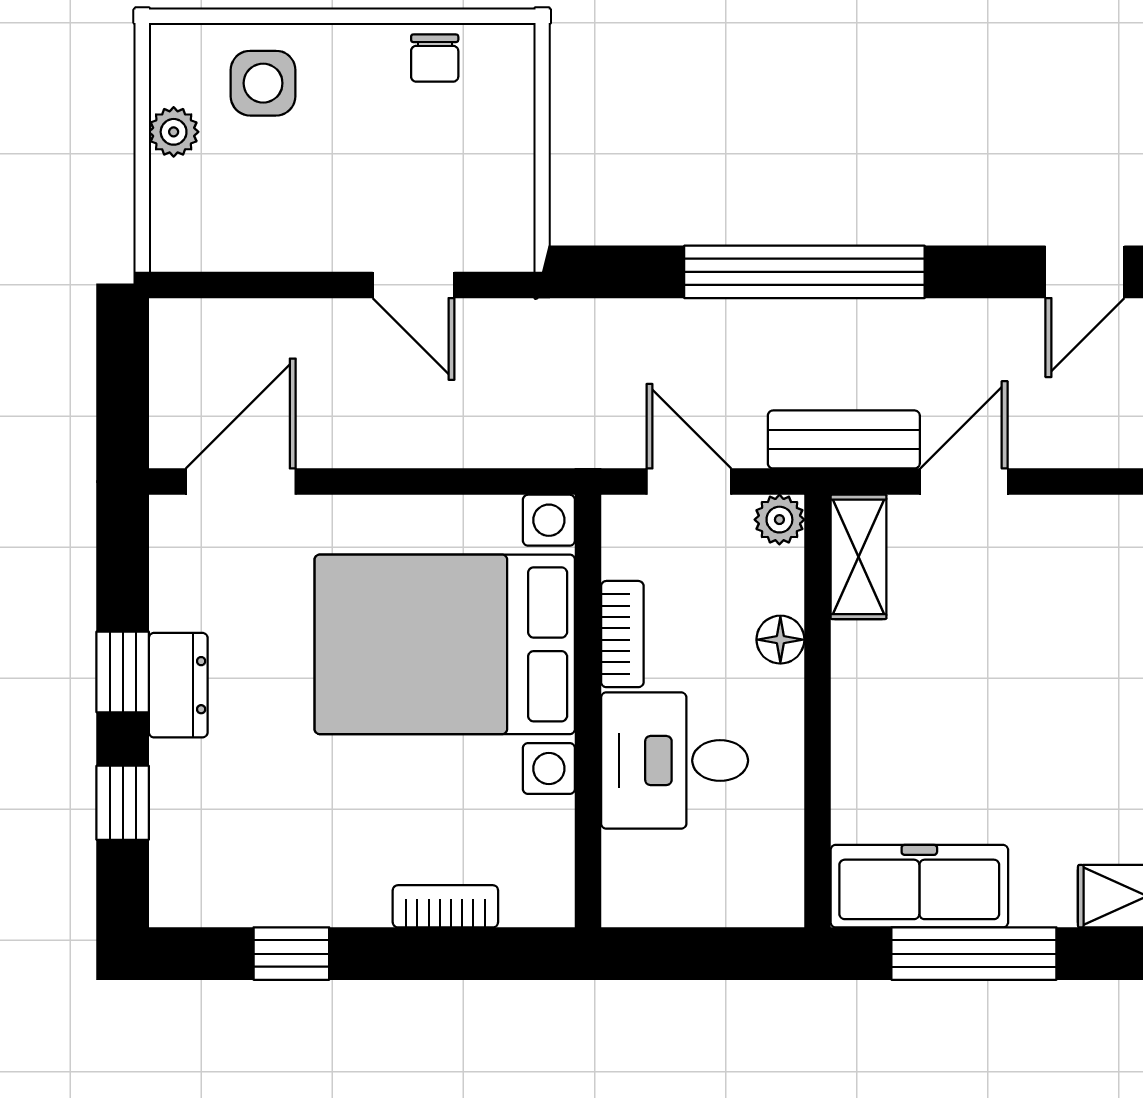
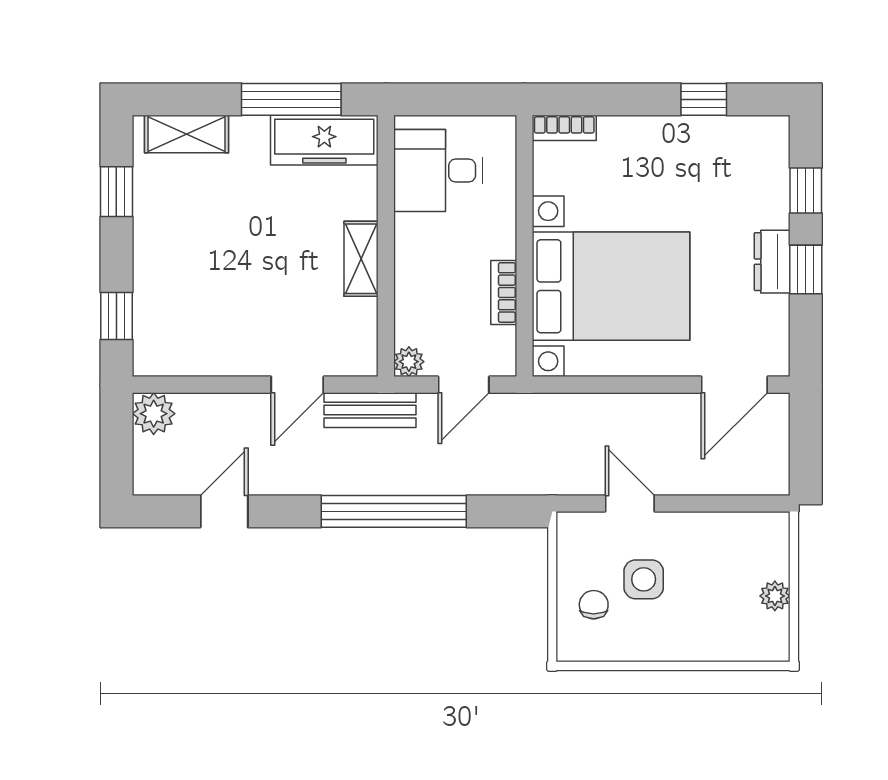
chair: (435, 58) -> (594, 605), moved
side table: (263, 83) -> (644, 579), moved
door: (689, 482) -> (464, 385), hinge flipped
shelving: (859, 557) -> (361, 259), moved
floor lamp: (780, 640) -> (408, 289), removed
desk: (675, 761) -> (438, 171), moved, turned 180
bookcase: (445, 906) -> (564, 128), moved

